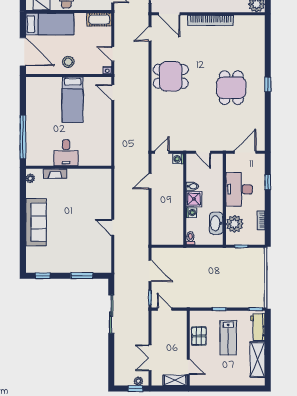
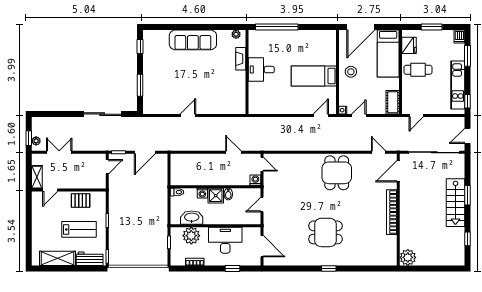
lab bench: (228, 338) -> (79, 229), turned 180

